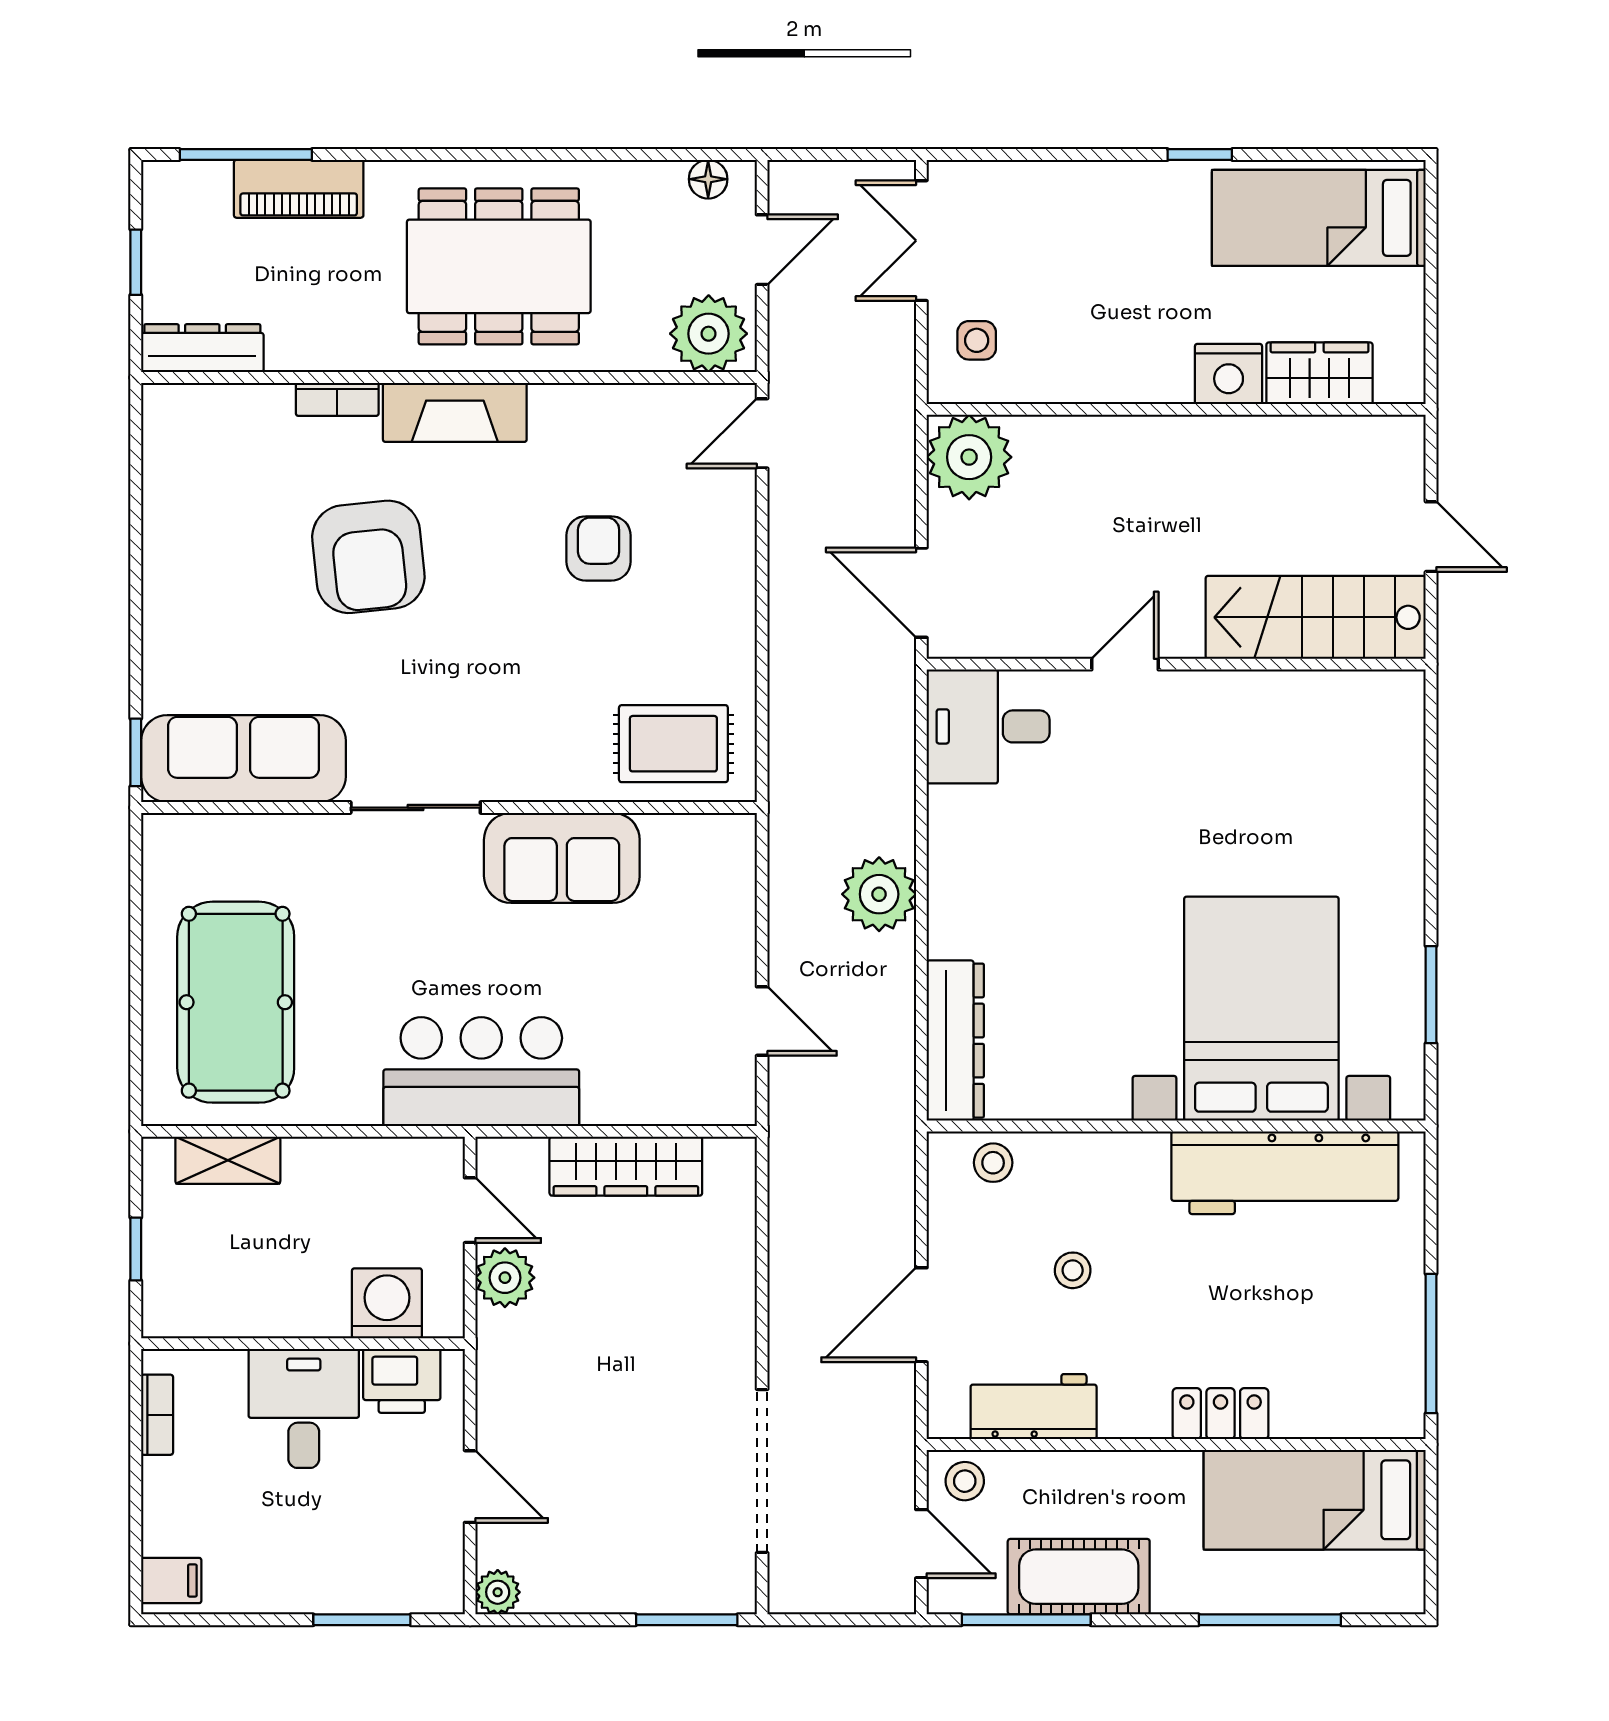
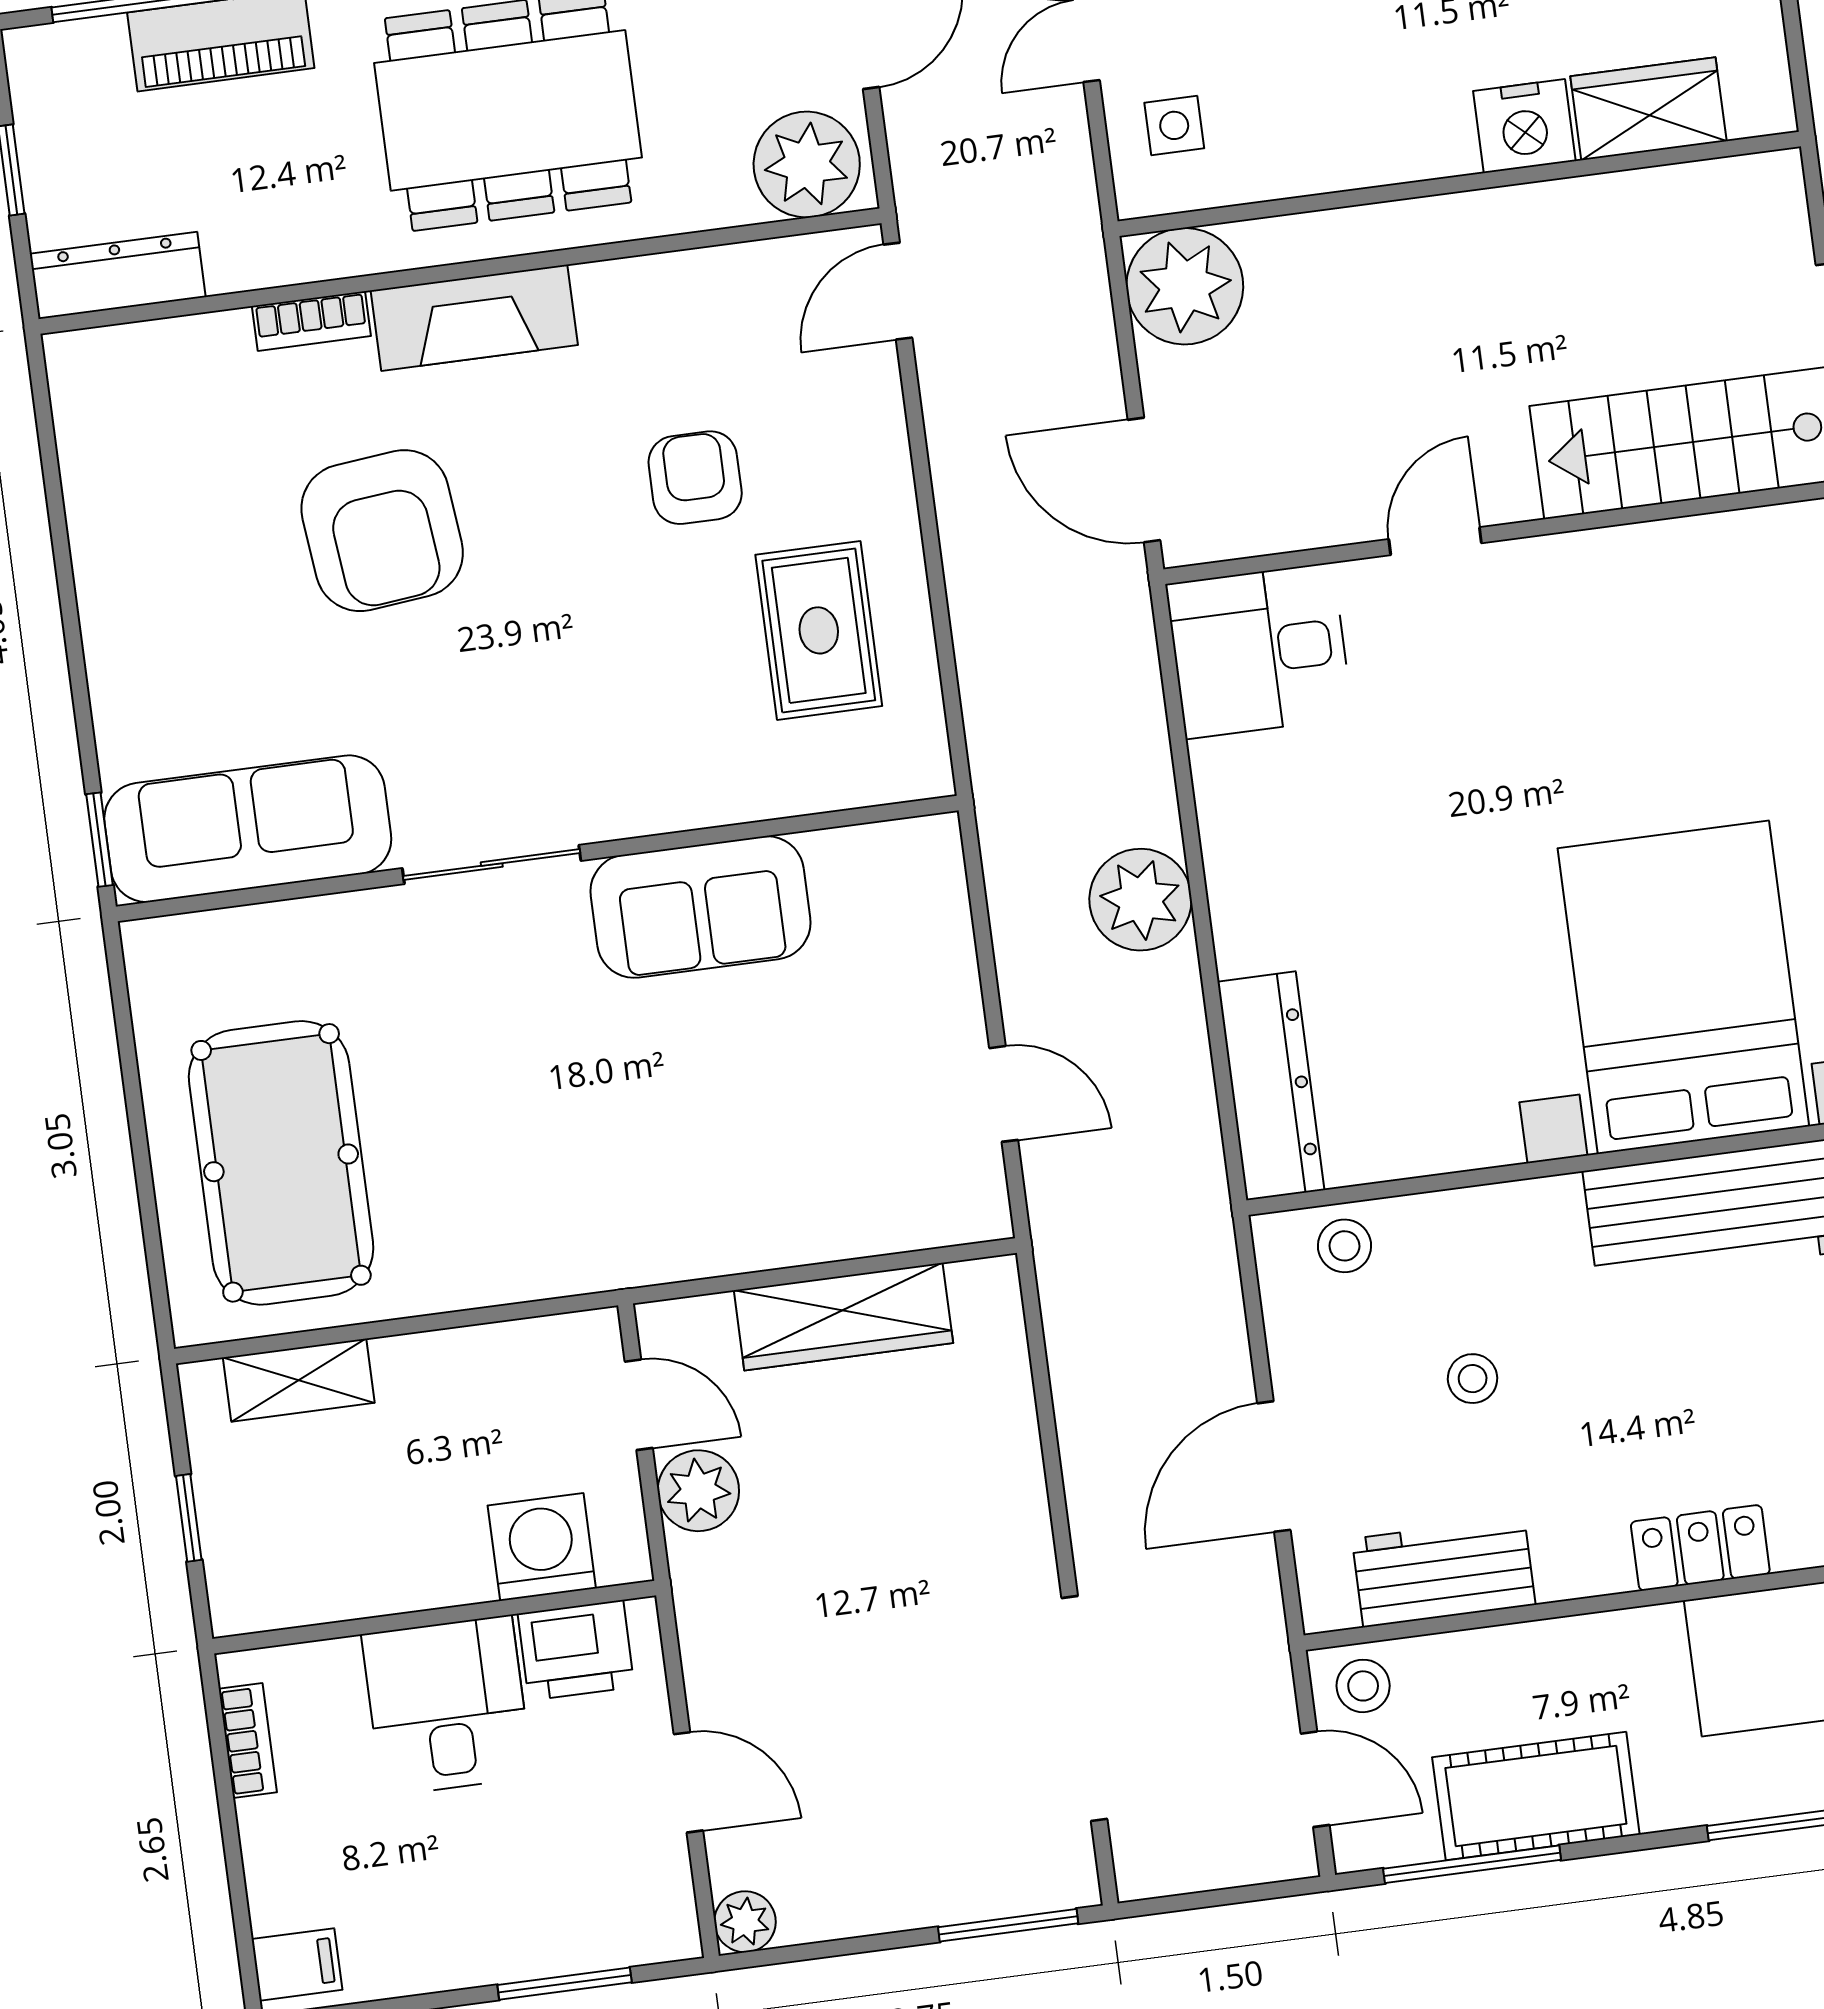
rug: (673, 744) -> (819, 630), moved, turned 90
bar counter: (481, 1072) -> (629, 1213), removed

